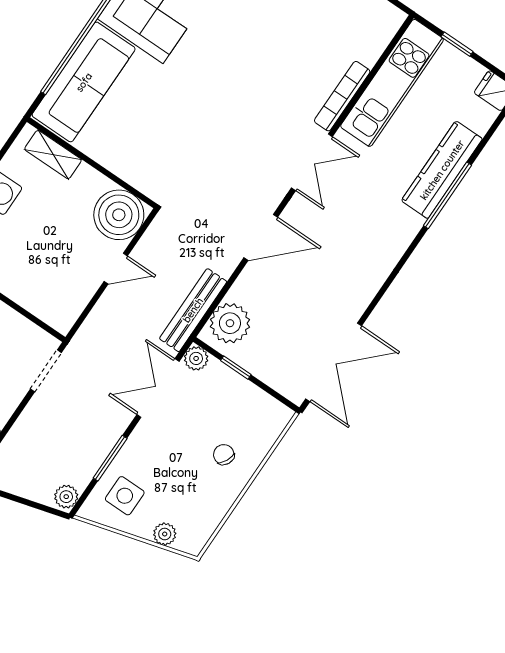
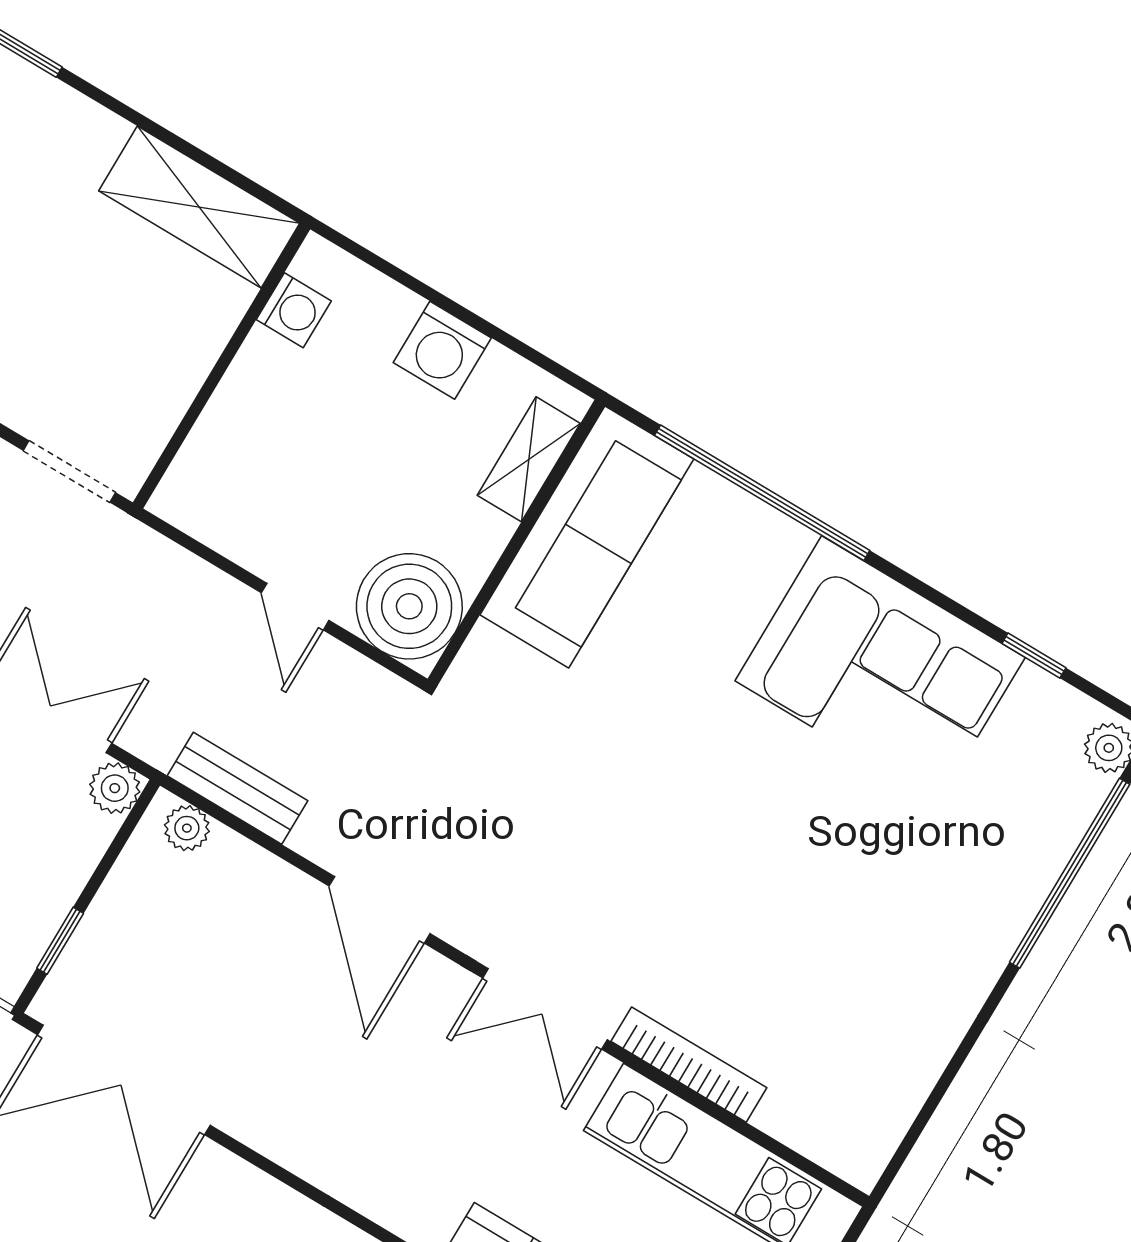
sofa: (84, 82) -> (587, 537), moved, turned -90
bench: (193, 310) -> (238, 788), width x0.73
plant: (230, 323) -> (187, 828), width x0.53, depth x0.53
window: (236, 368) -> (60, 941), moved

